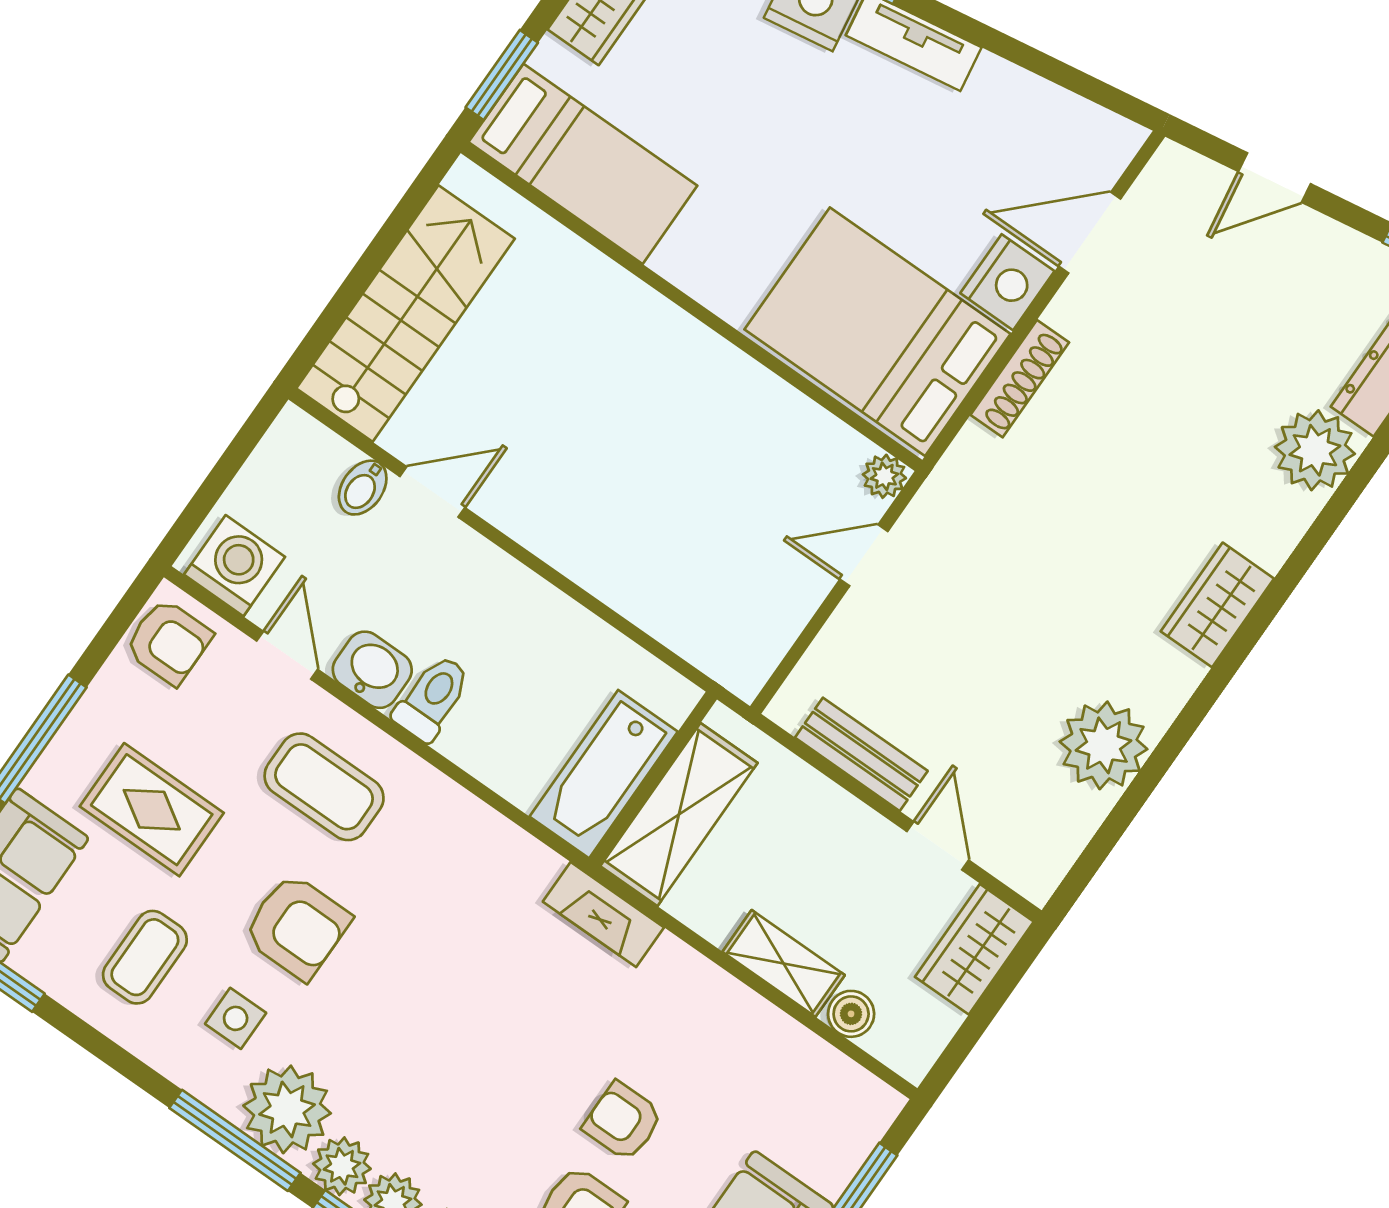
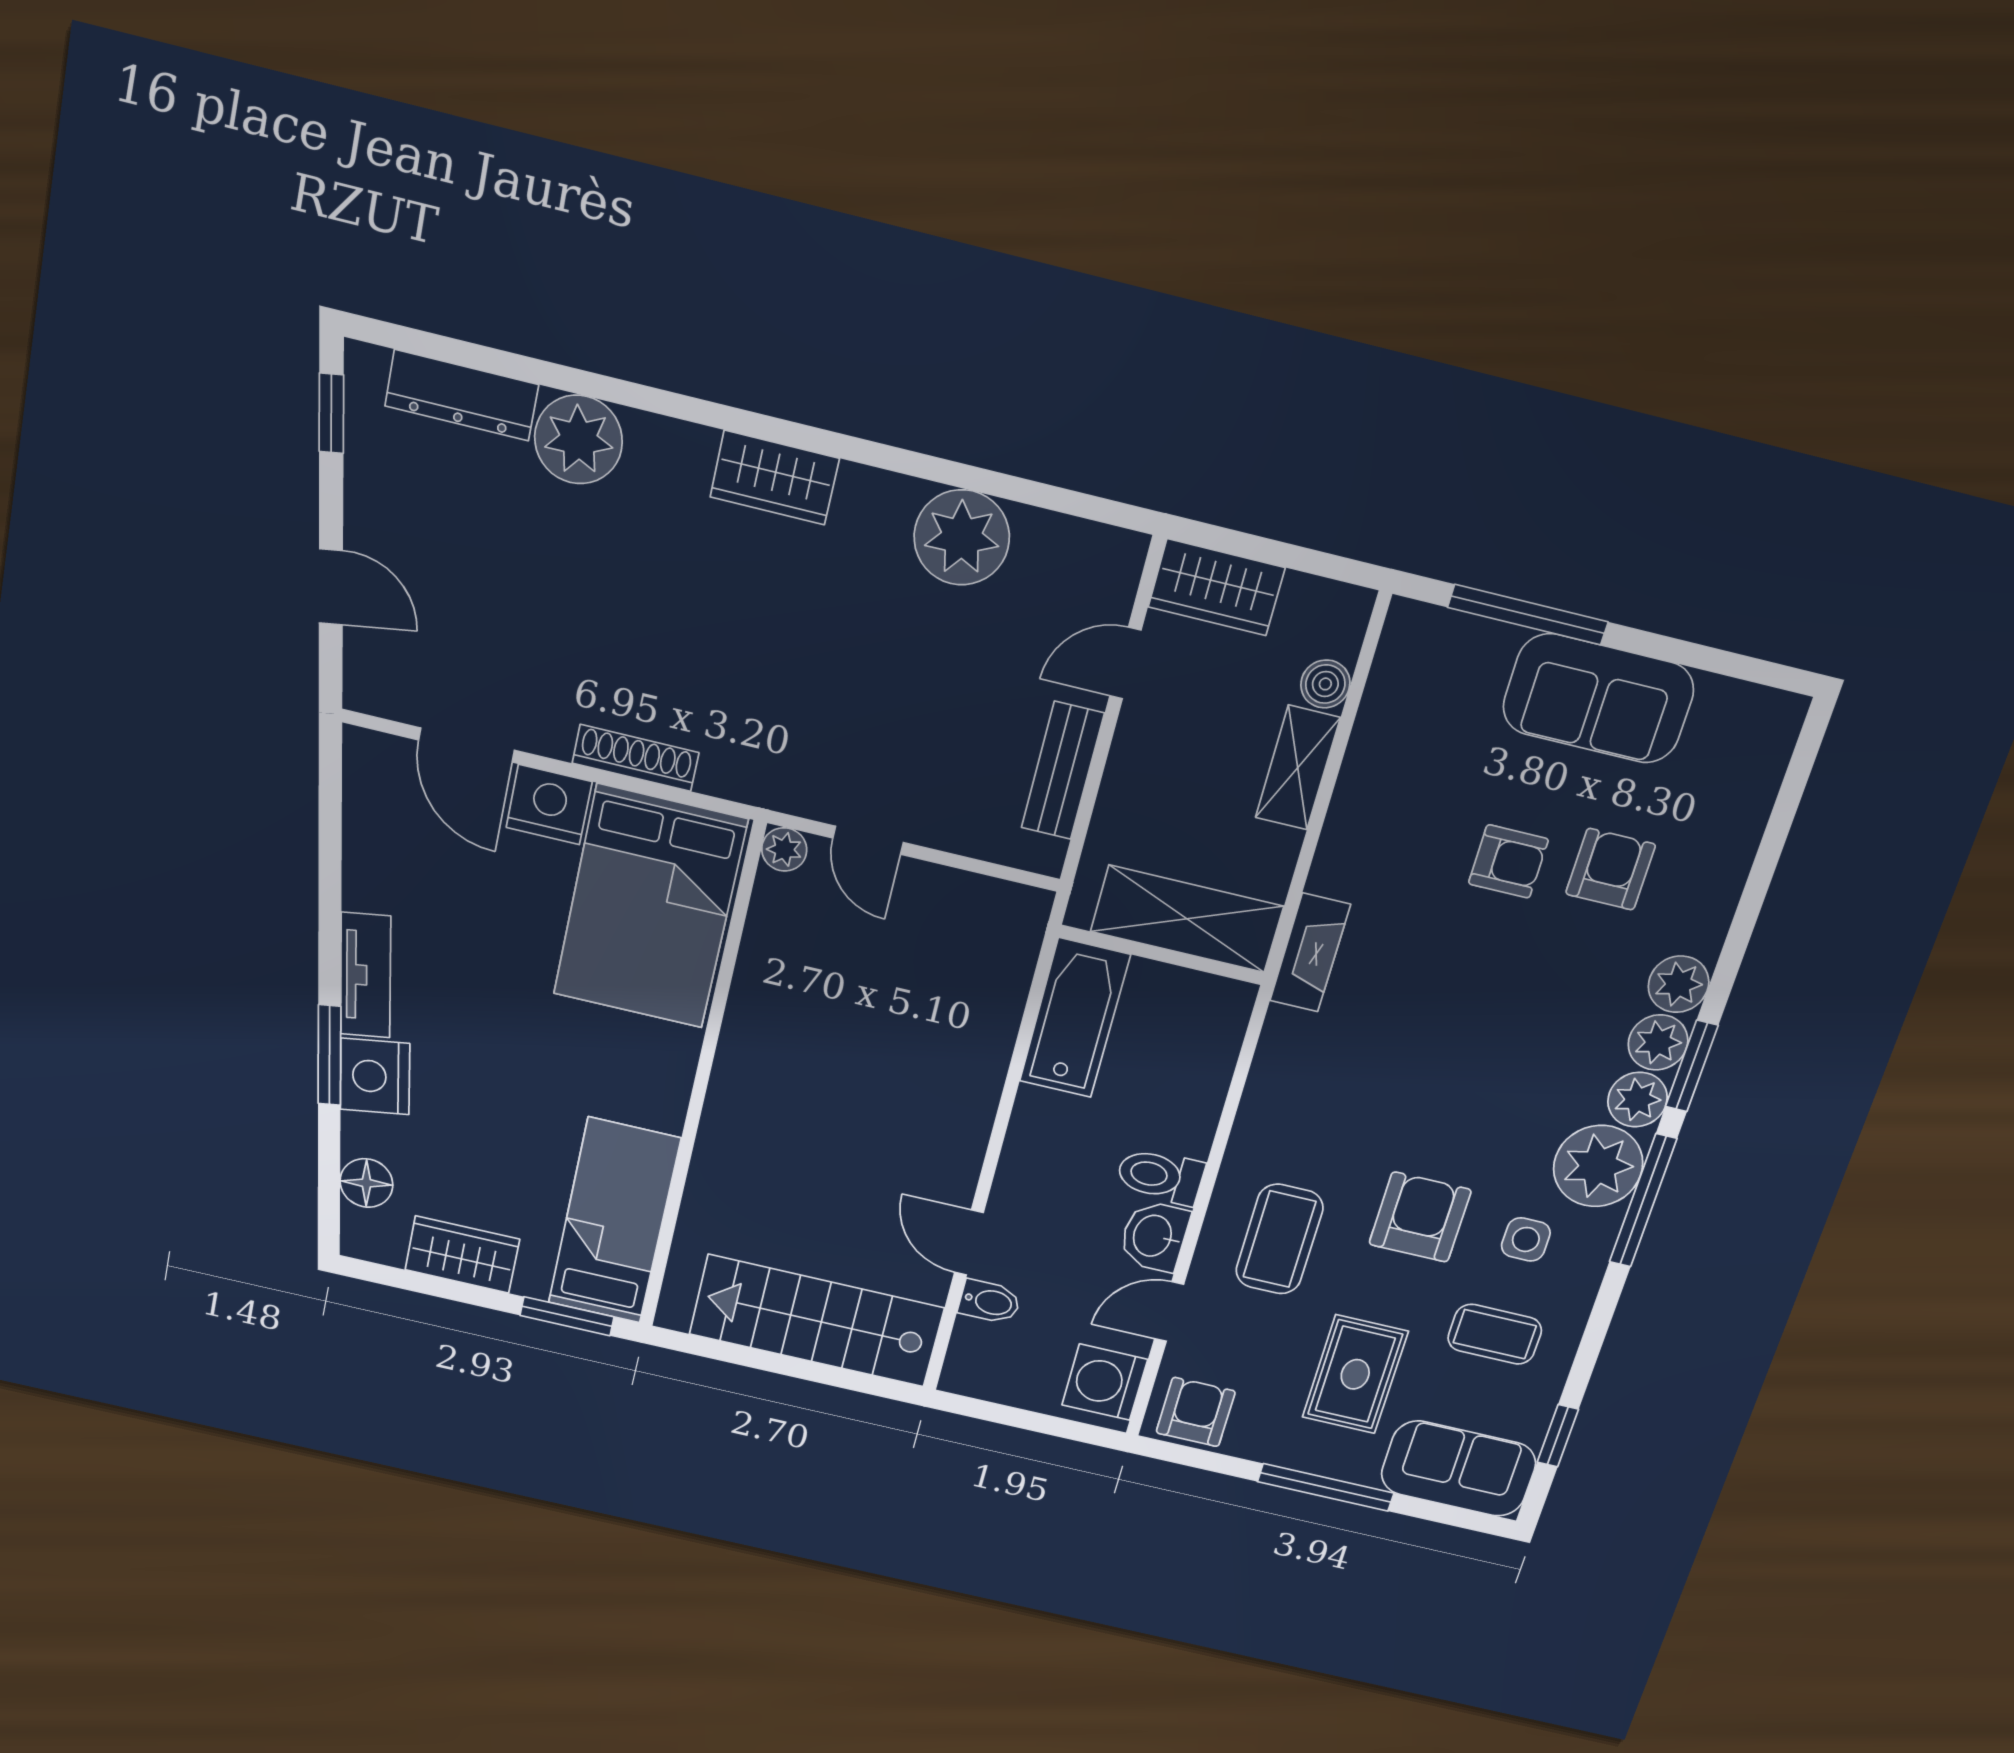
bathtub: (604, 774) -> (1075, 1018), moved, turned -90
armchair: (623, 1121) -> (1508, 861), turned -90

